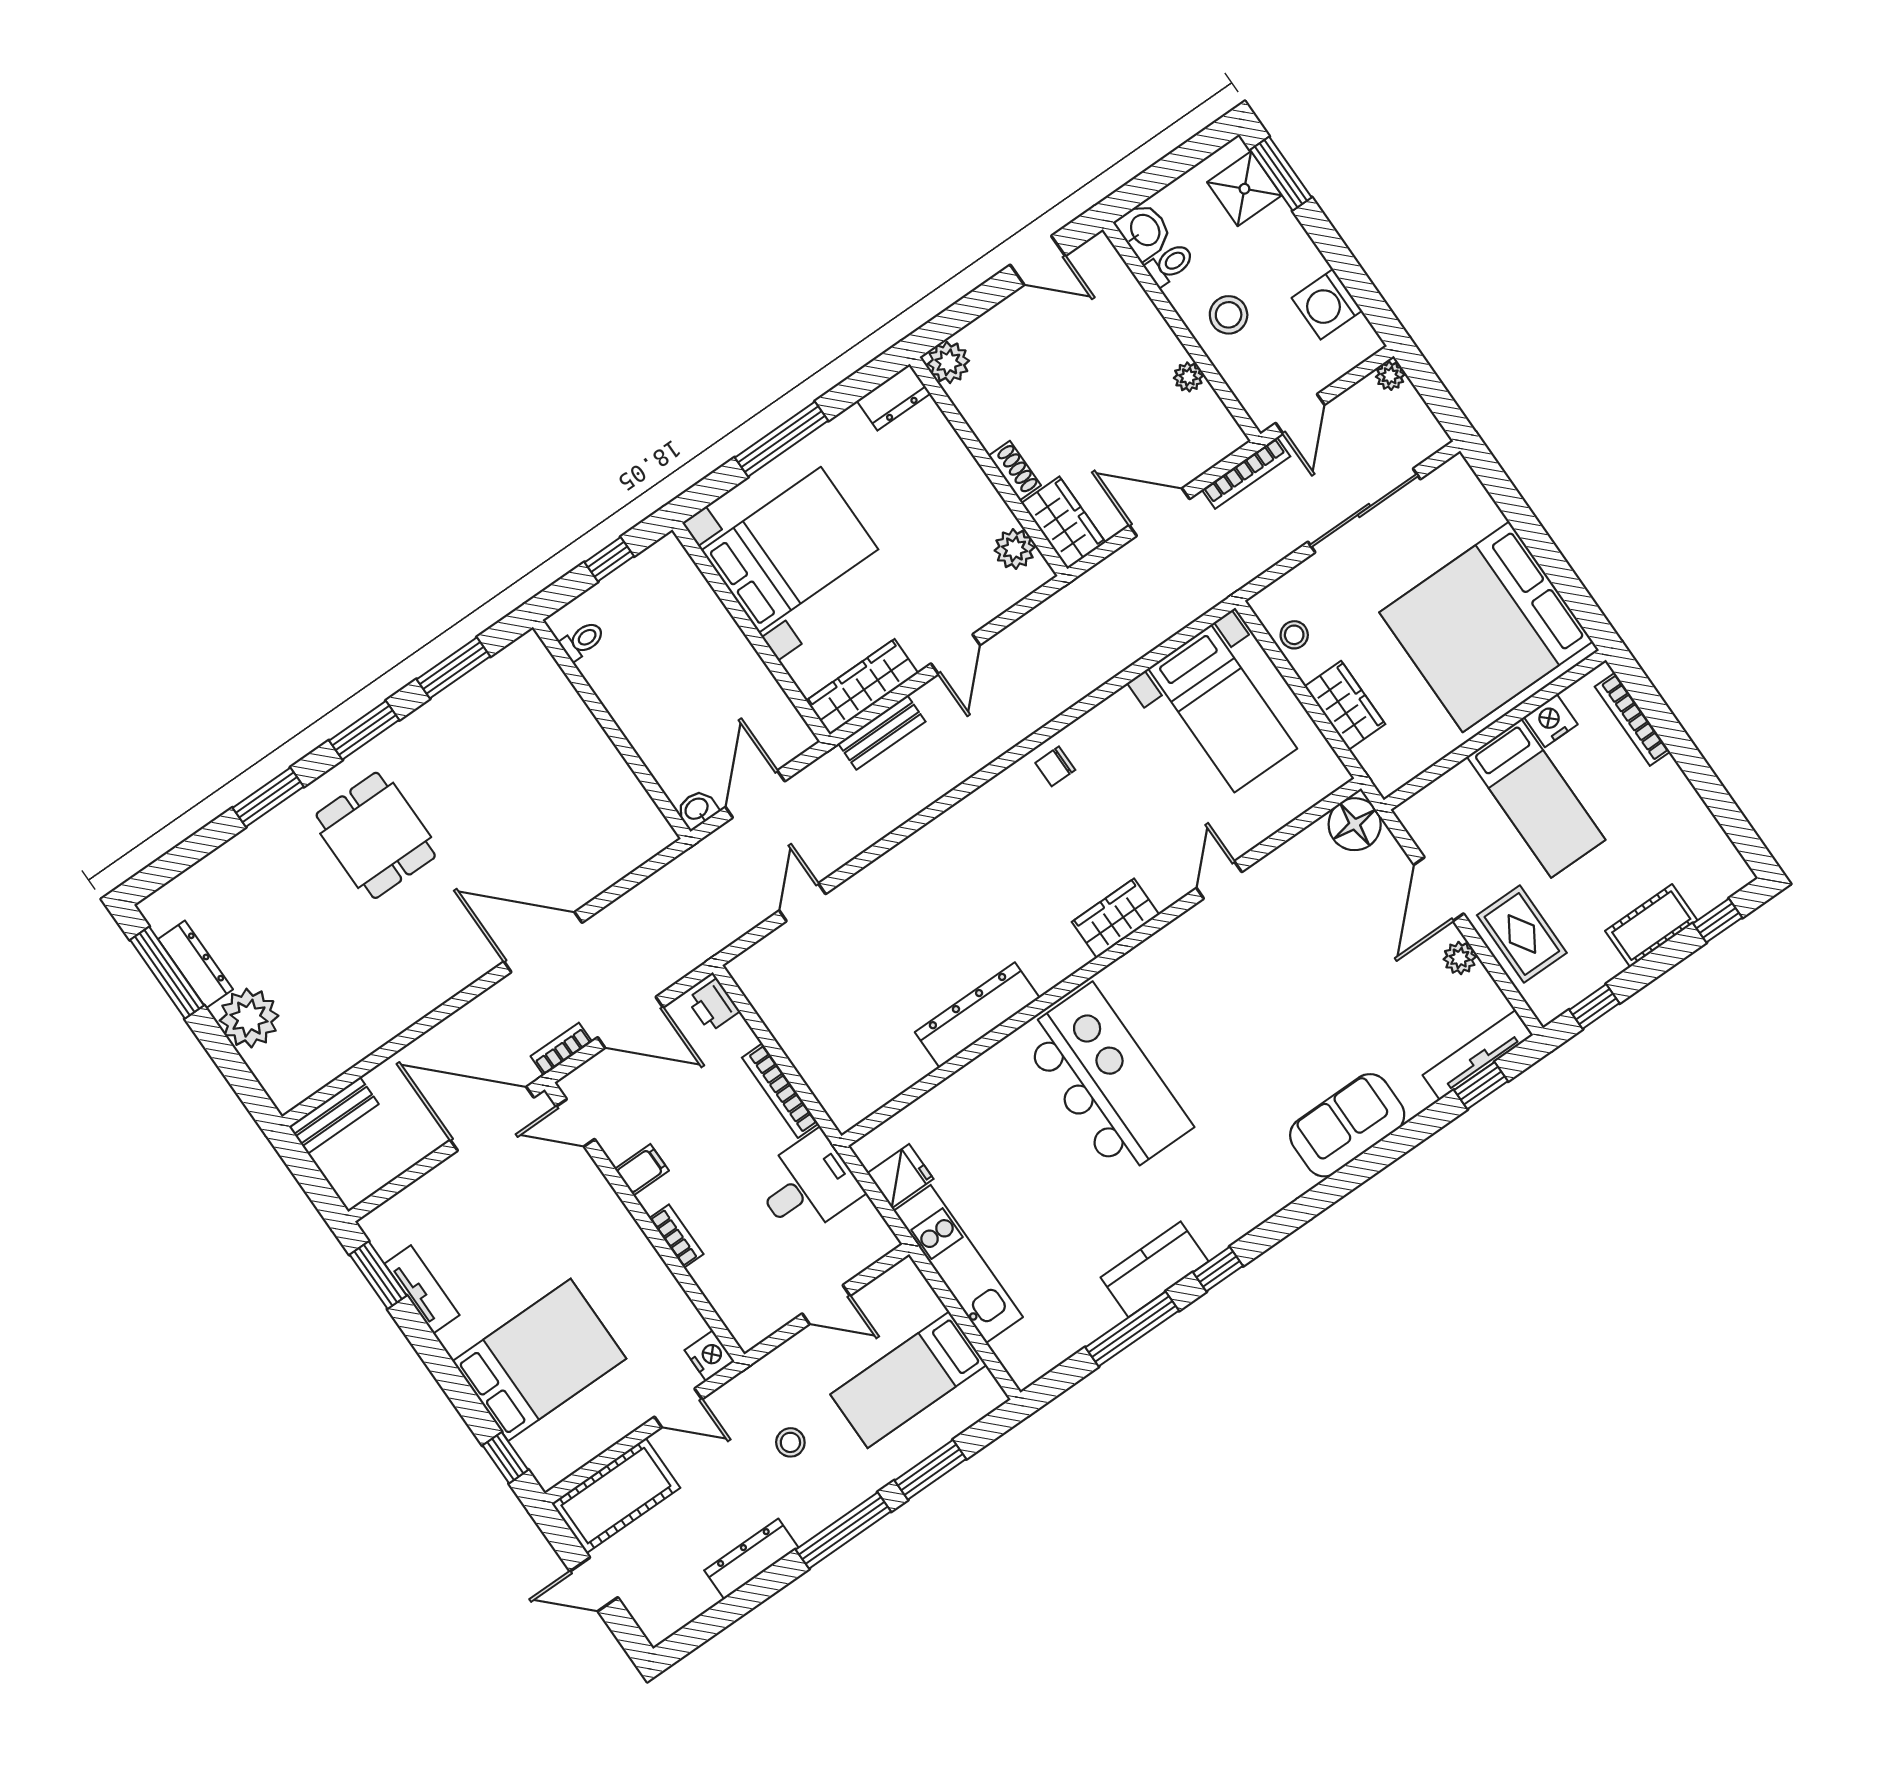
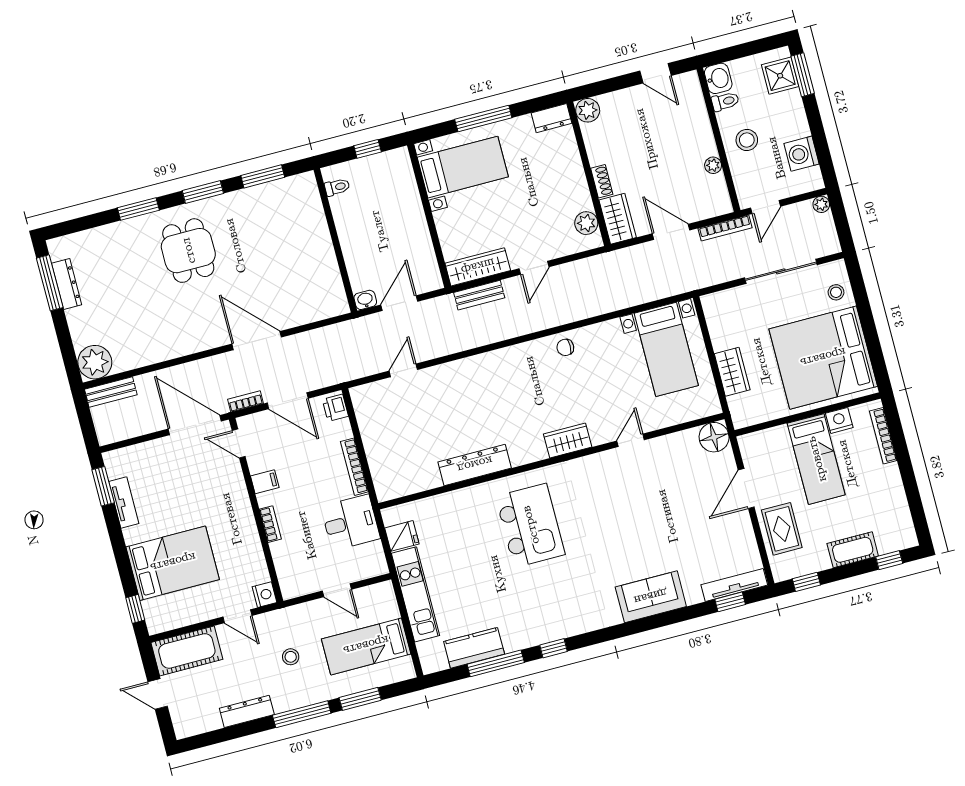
bed with nightstands: (790, 550) -> (463, 167), width x0.73
stool: (1294, 635) -> (836, 292), moved
plant: (1460, 958) -> (744, 529), removed
plant: (249, 1018) -> (95, 362), moved
kitchen island: (1105, 1081) -> (530, 525), width x0.73
kitchen counter: (1155, 1269) -> (474, 648), moved

